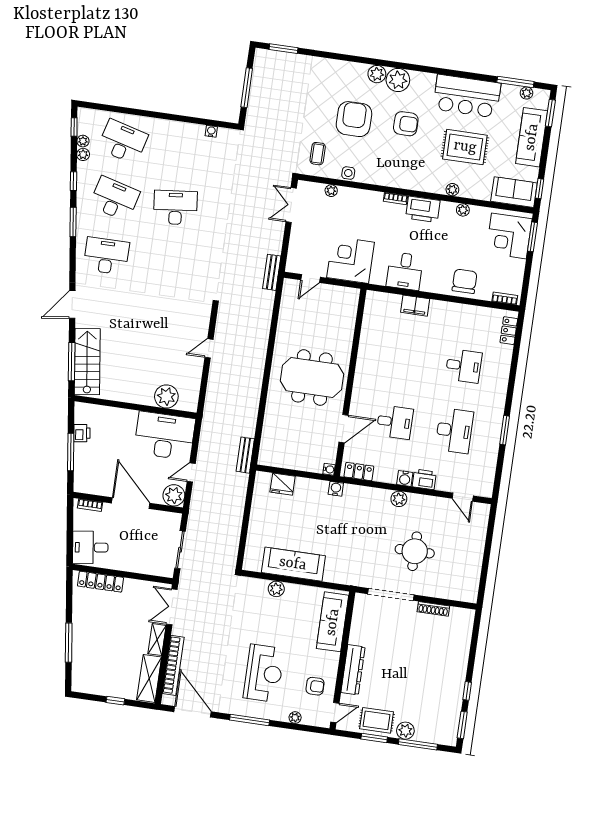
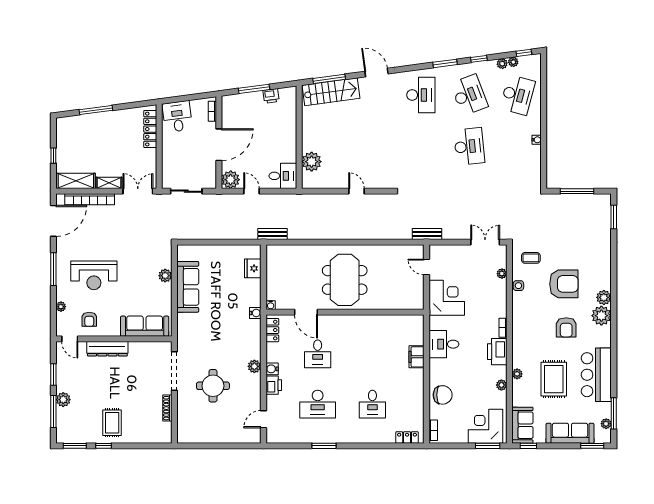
water cooler: (211, 131) -> (537, 140), moved
desk: (115, 199) -> (469, 95), turned -36
desk: (165, 436) -> (283, 176), width x0.53, depth x0.77
rug: (377, 720) -> (112, 423), moved

